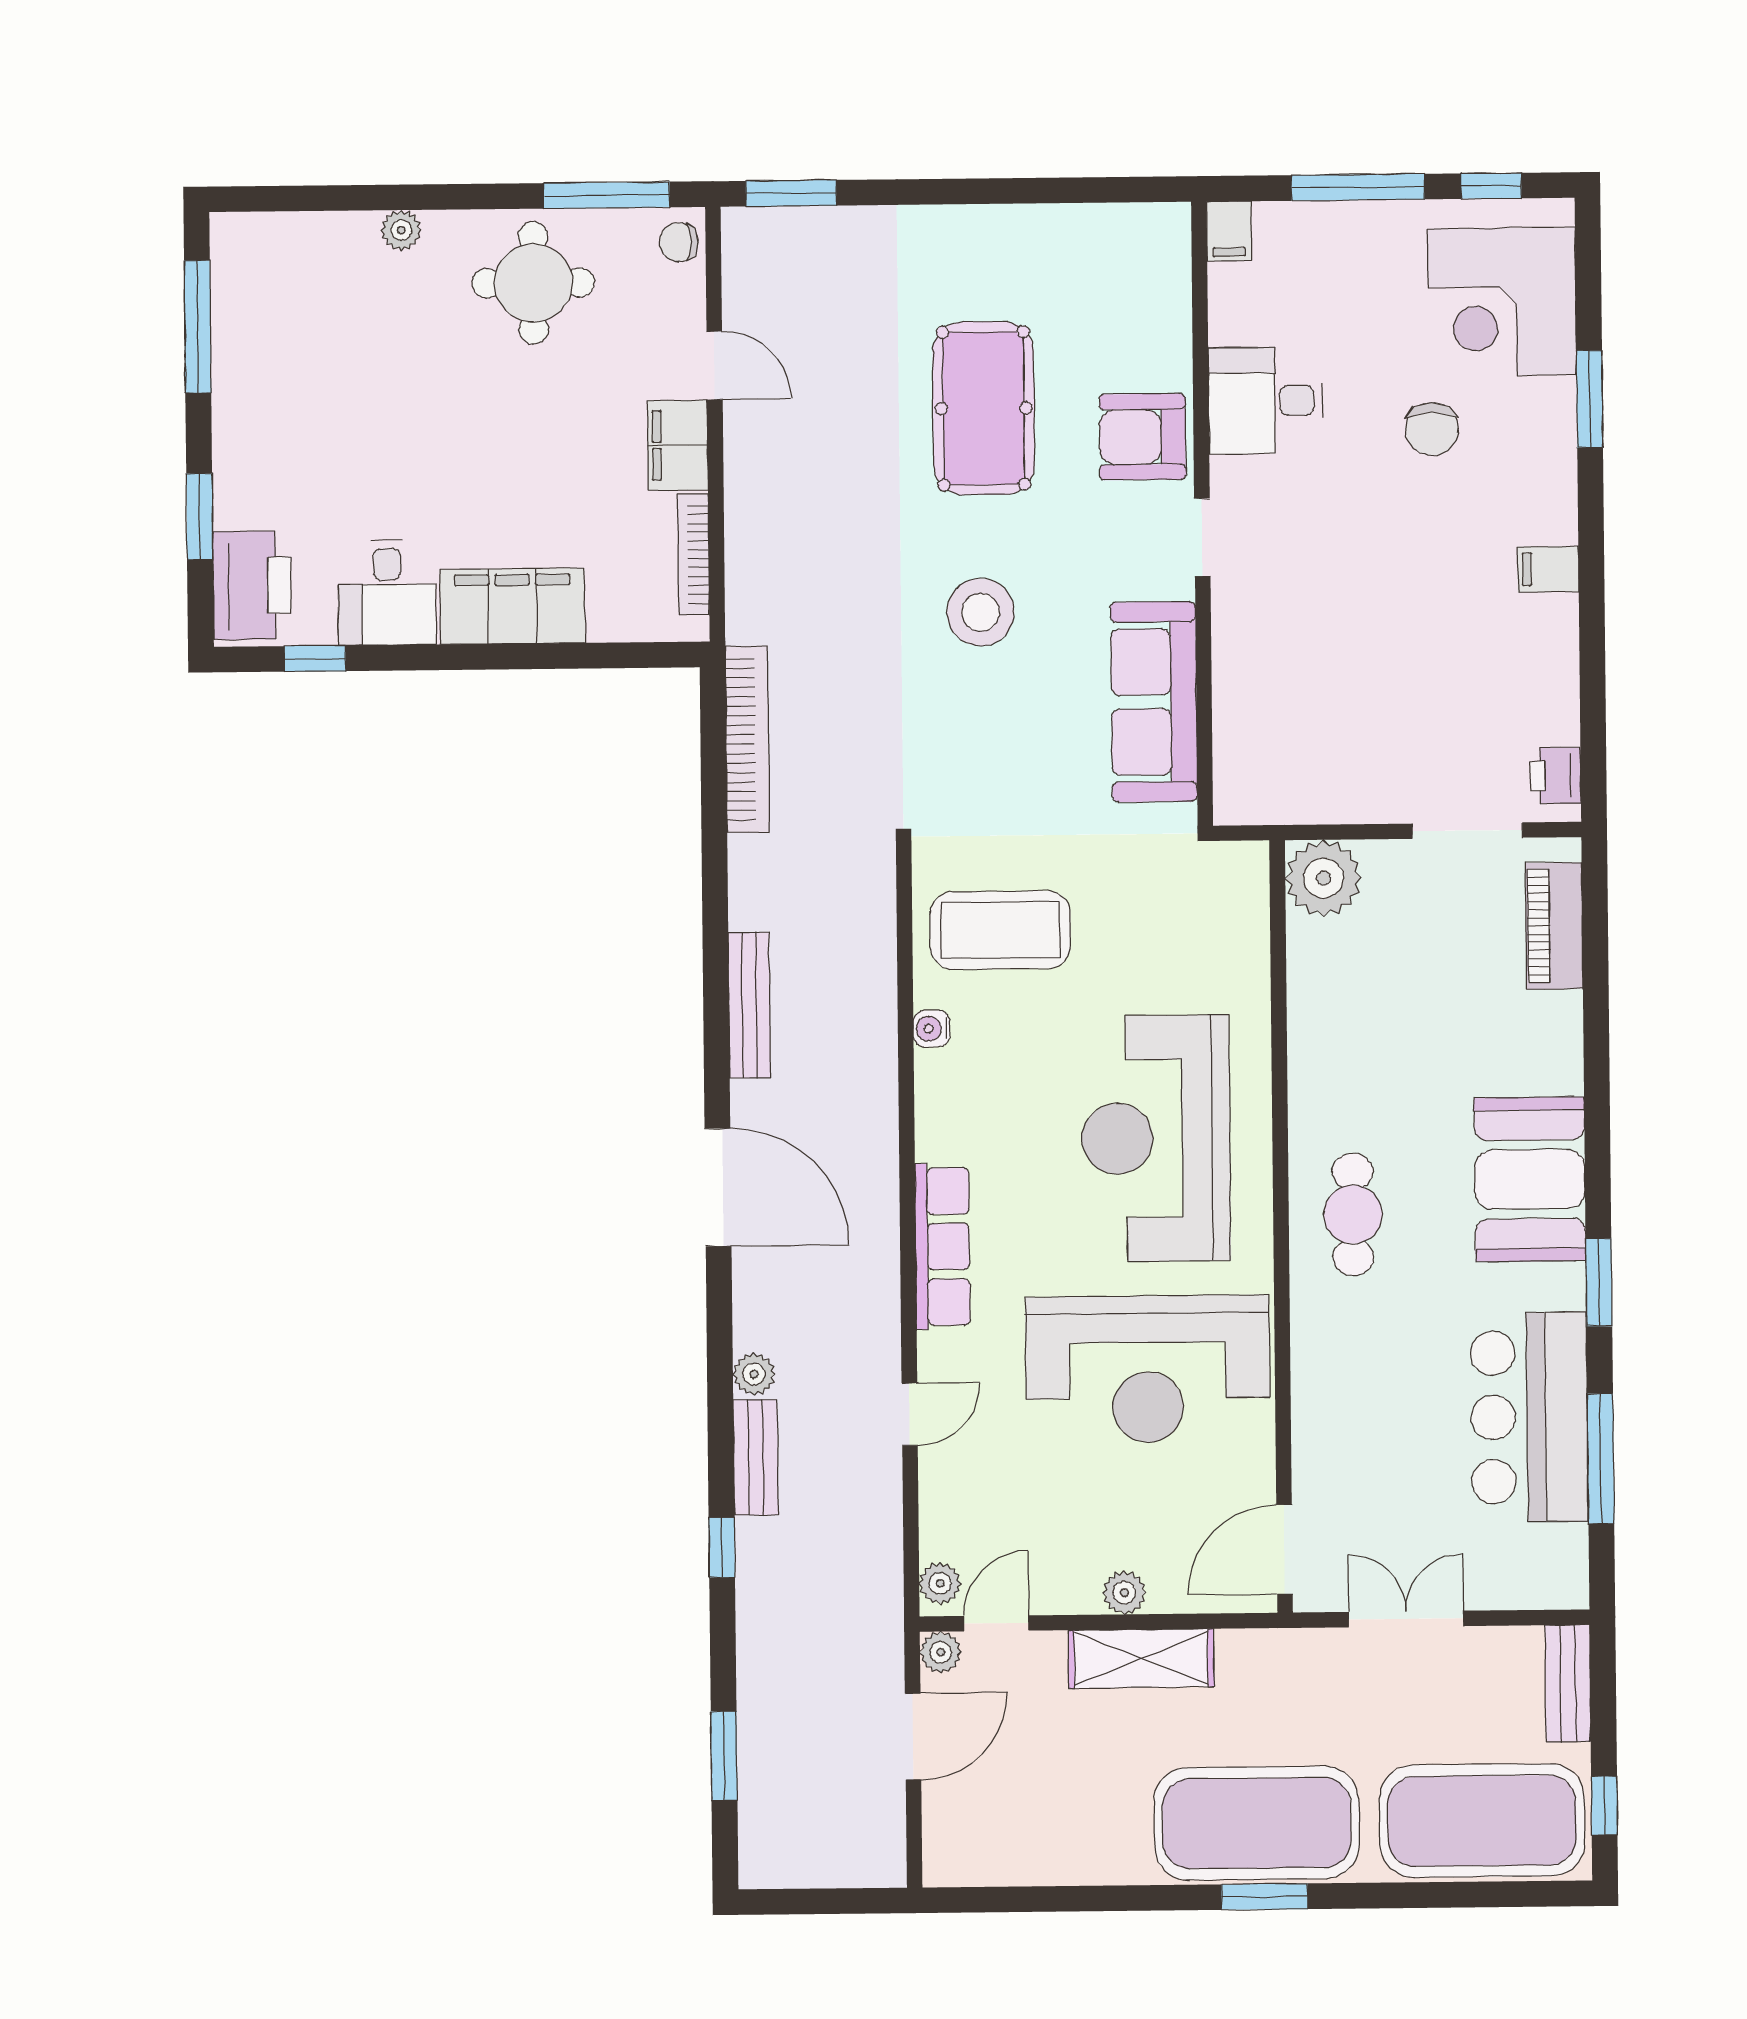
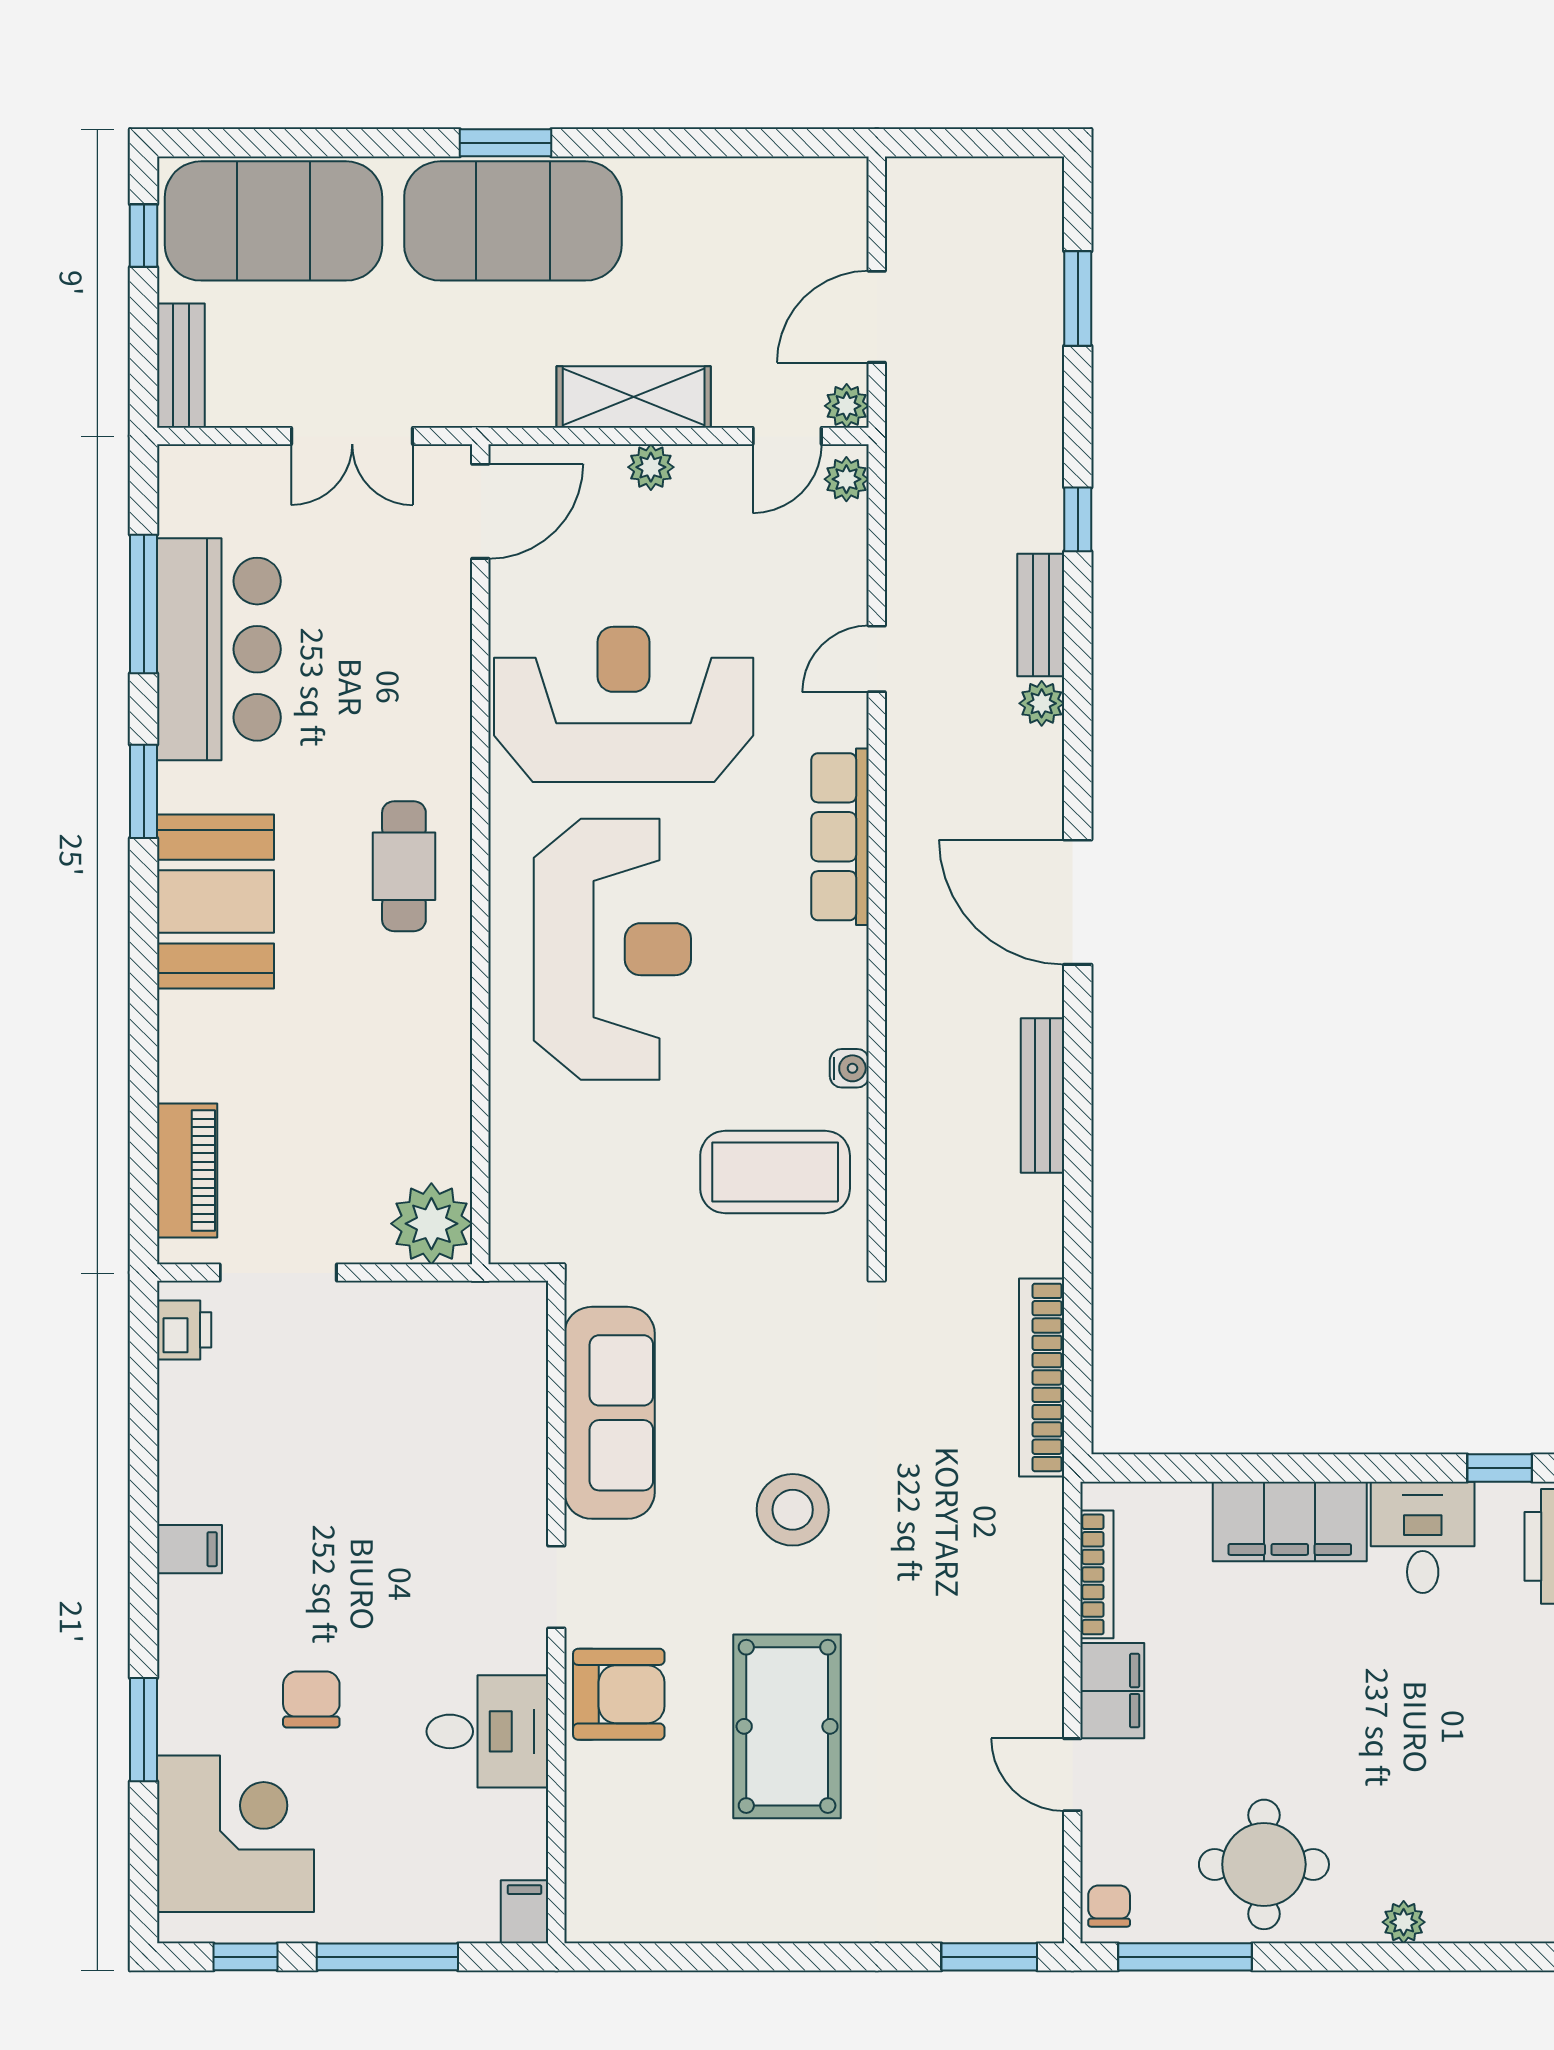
chair: (679, 242) -> (1109, 1906), turned -90

